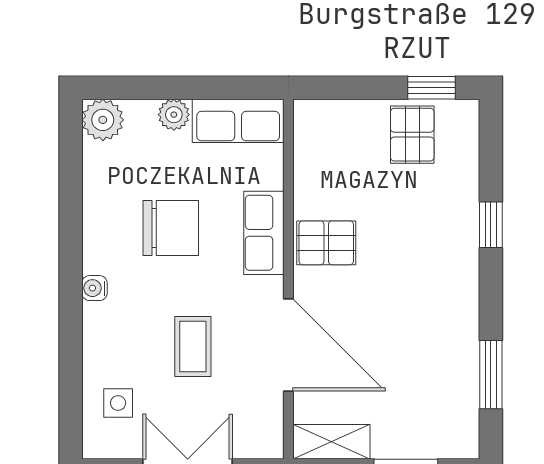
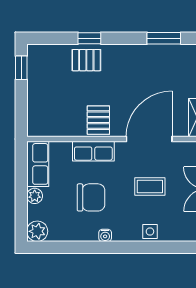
pallet: (412, 135) -> (86, 60), moved
chair: (171, 228) -> (91, 197), turned 90
water cooler: (94, 288) -> (105, 235), moved
side table: (118, 403) -> (150, 232), moved

